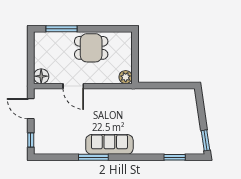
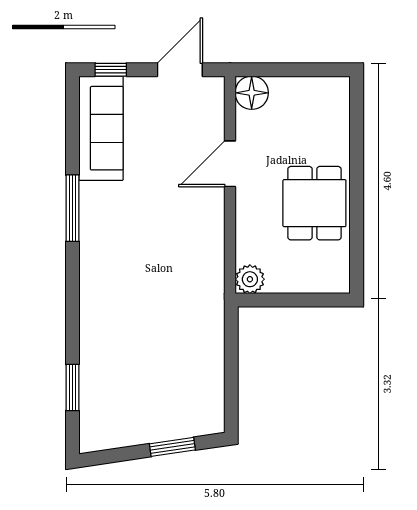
window: (61, 29) -> (357, 138), removed
window: (206, 140) -> (172, 447), moved
sofa: (109, 144) -> (101, 128), moved

